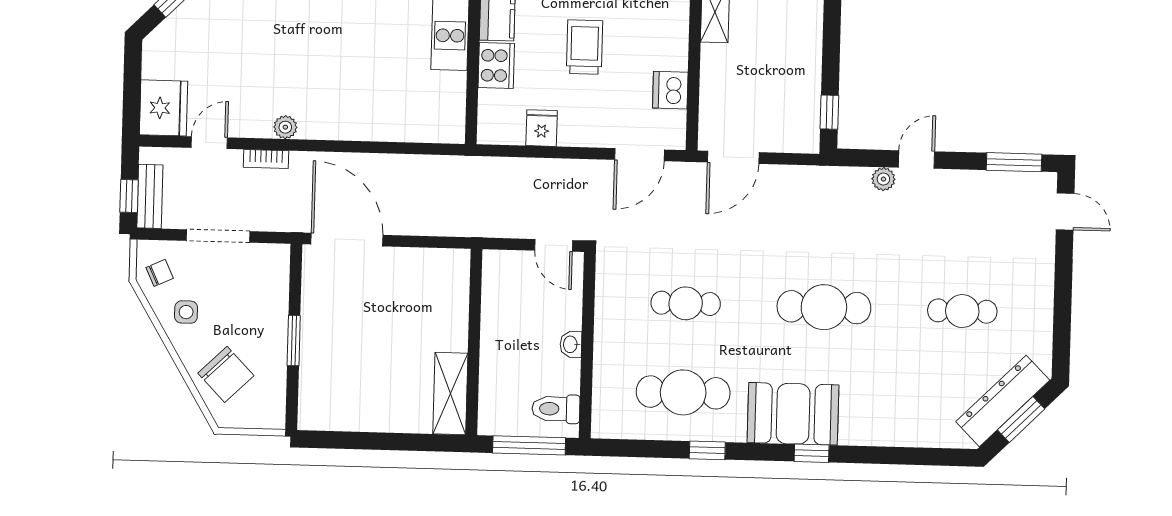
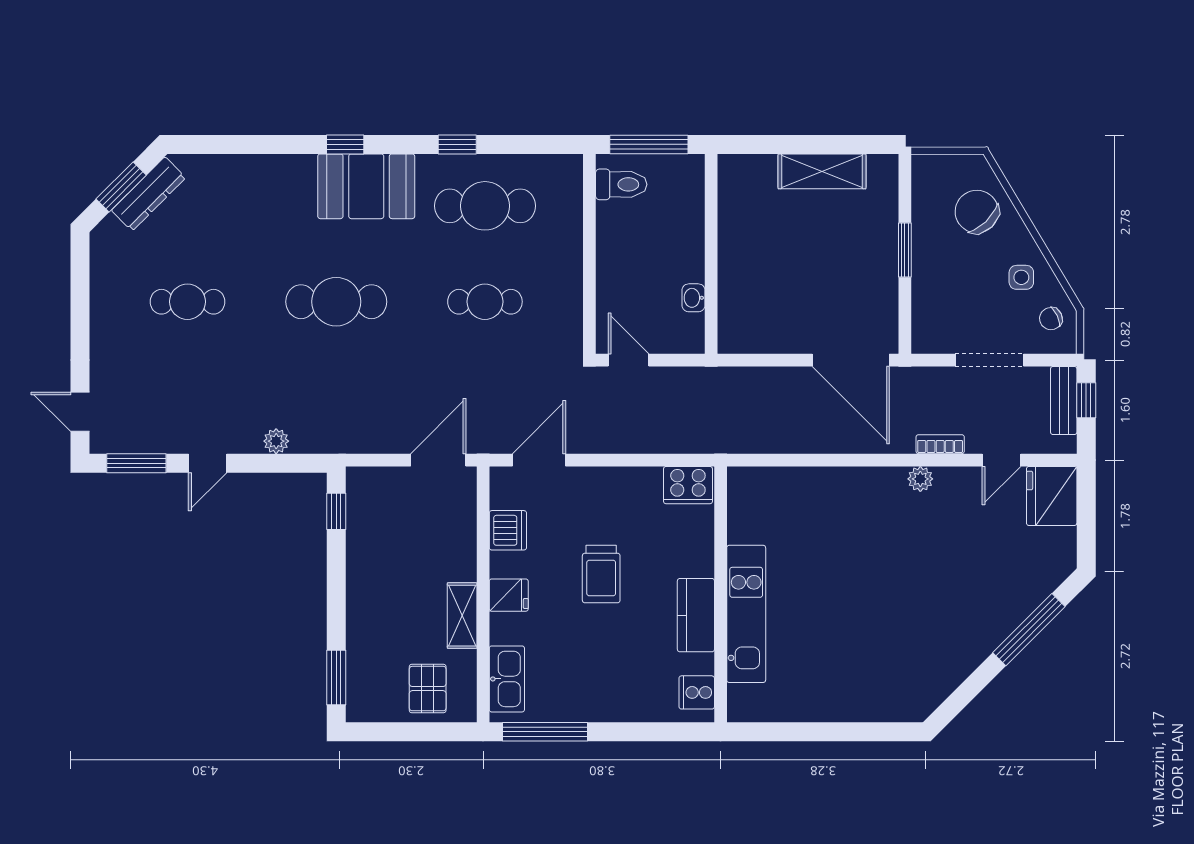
cooker: (496, 65) -> (688, 485), moved, turned -90
fridge: (542, 128) -> (509, 595), moved, turned -90
door: (916, 160) -> (208, 463), moved
washbasin: (571, 344) -> (694, 298), moved, turned 180
shelving: (450, 394) -> (822, 171), moved, turned 90
dresser: (1003, 401) -> (148, 194), width x0.73, depth x0.80

